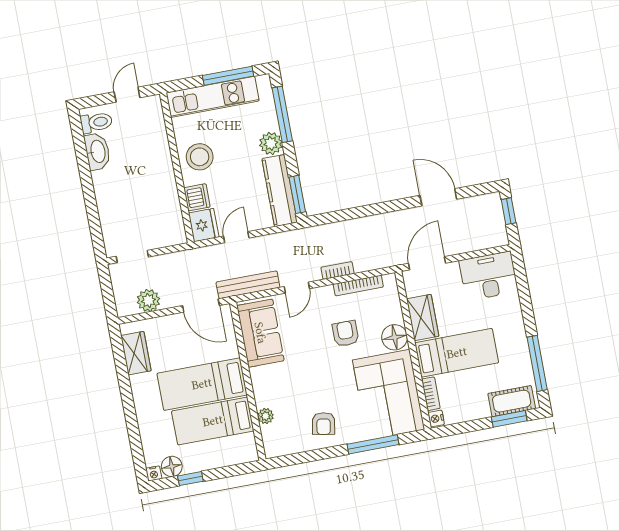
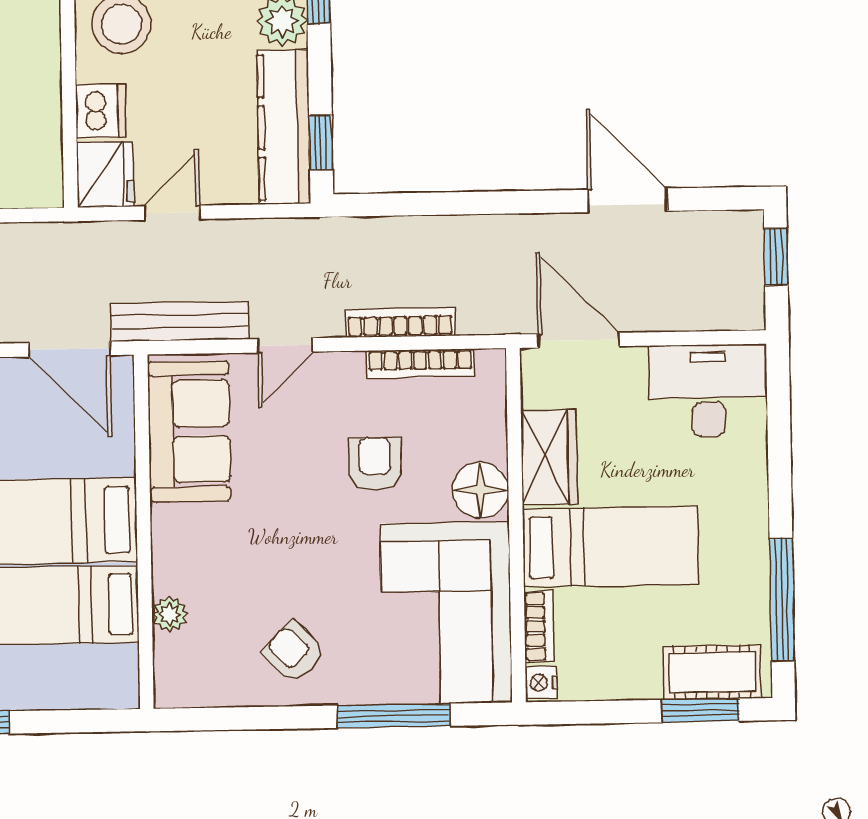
window: (297, 194) -> (321, 142), width x0.67
door: (427, 263) -> (579, 340), hinge flipped
bookcase: (337, 270) -> (400, 323), width x1.56
armchair: (324, 424) -> (294, 652), turned 125

